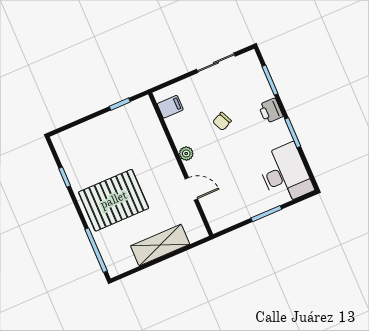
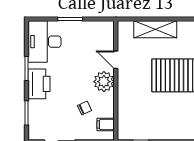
printer: (271, 111) -> (39, 84), width x1.87, depth x1.48
chair: (222, 121) -> (84, 108), moved
plant: (186, 154) -> (104, 82), width x1.88, depth x1.88

